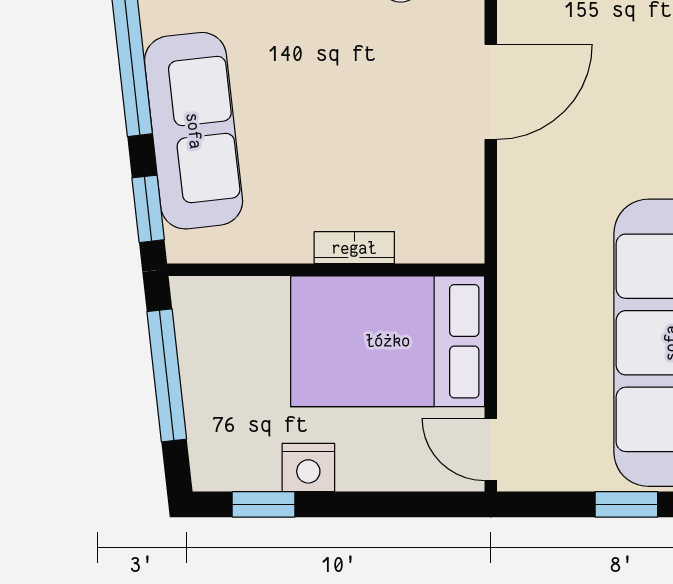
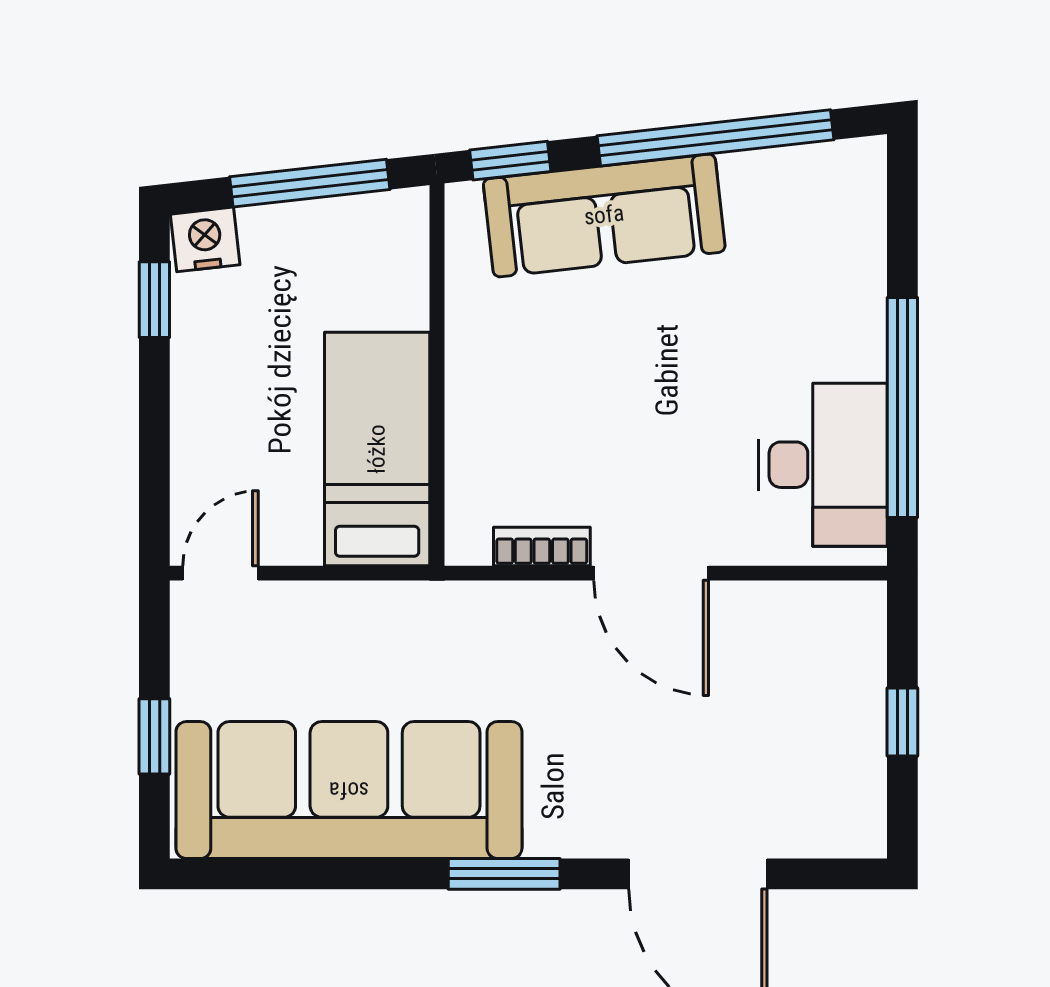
bookcase: (354, 248) -> (542, 546), moved, turned -90
bed: (388, 341) -> (377, 449), width x0.67
nightstand: (308, 468) -> (205, 239), moved, turned 84

